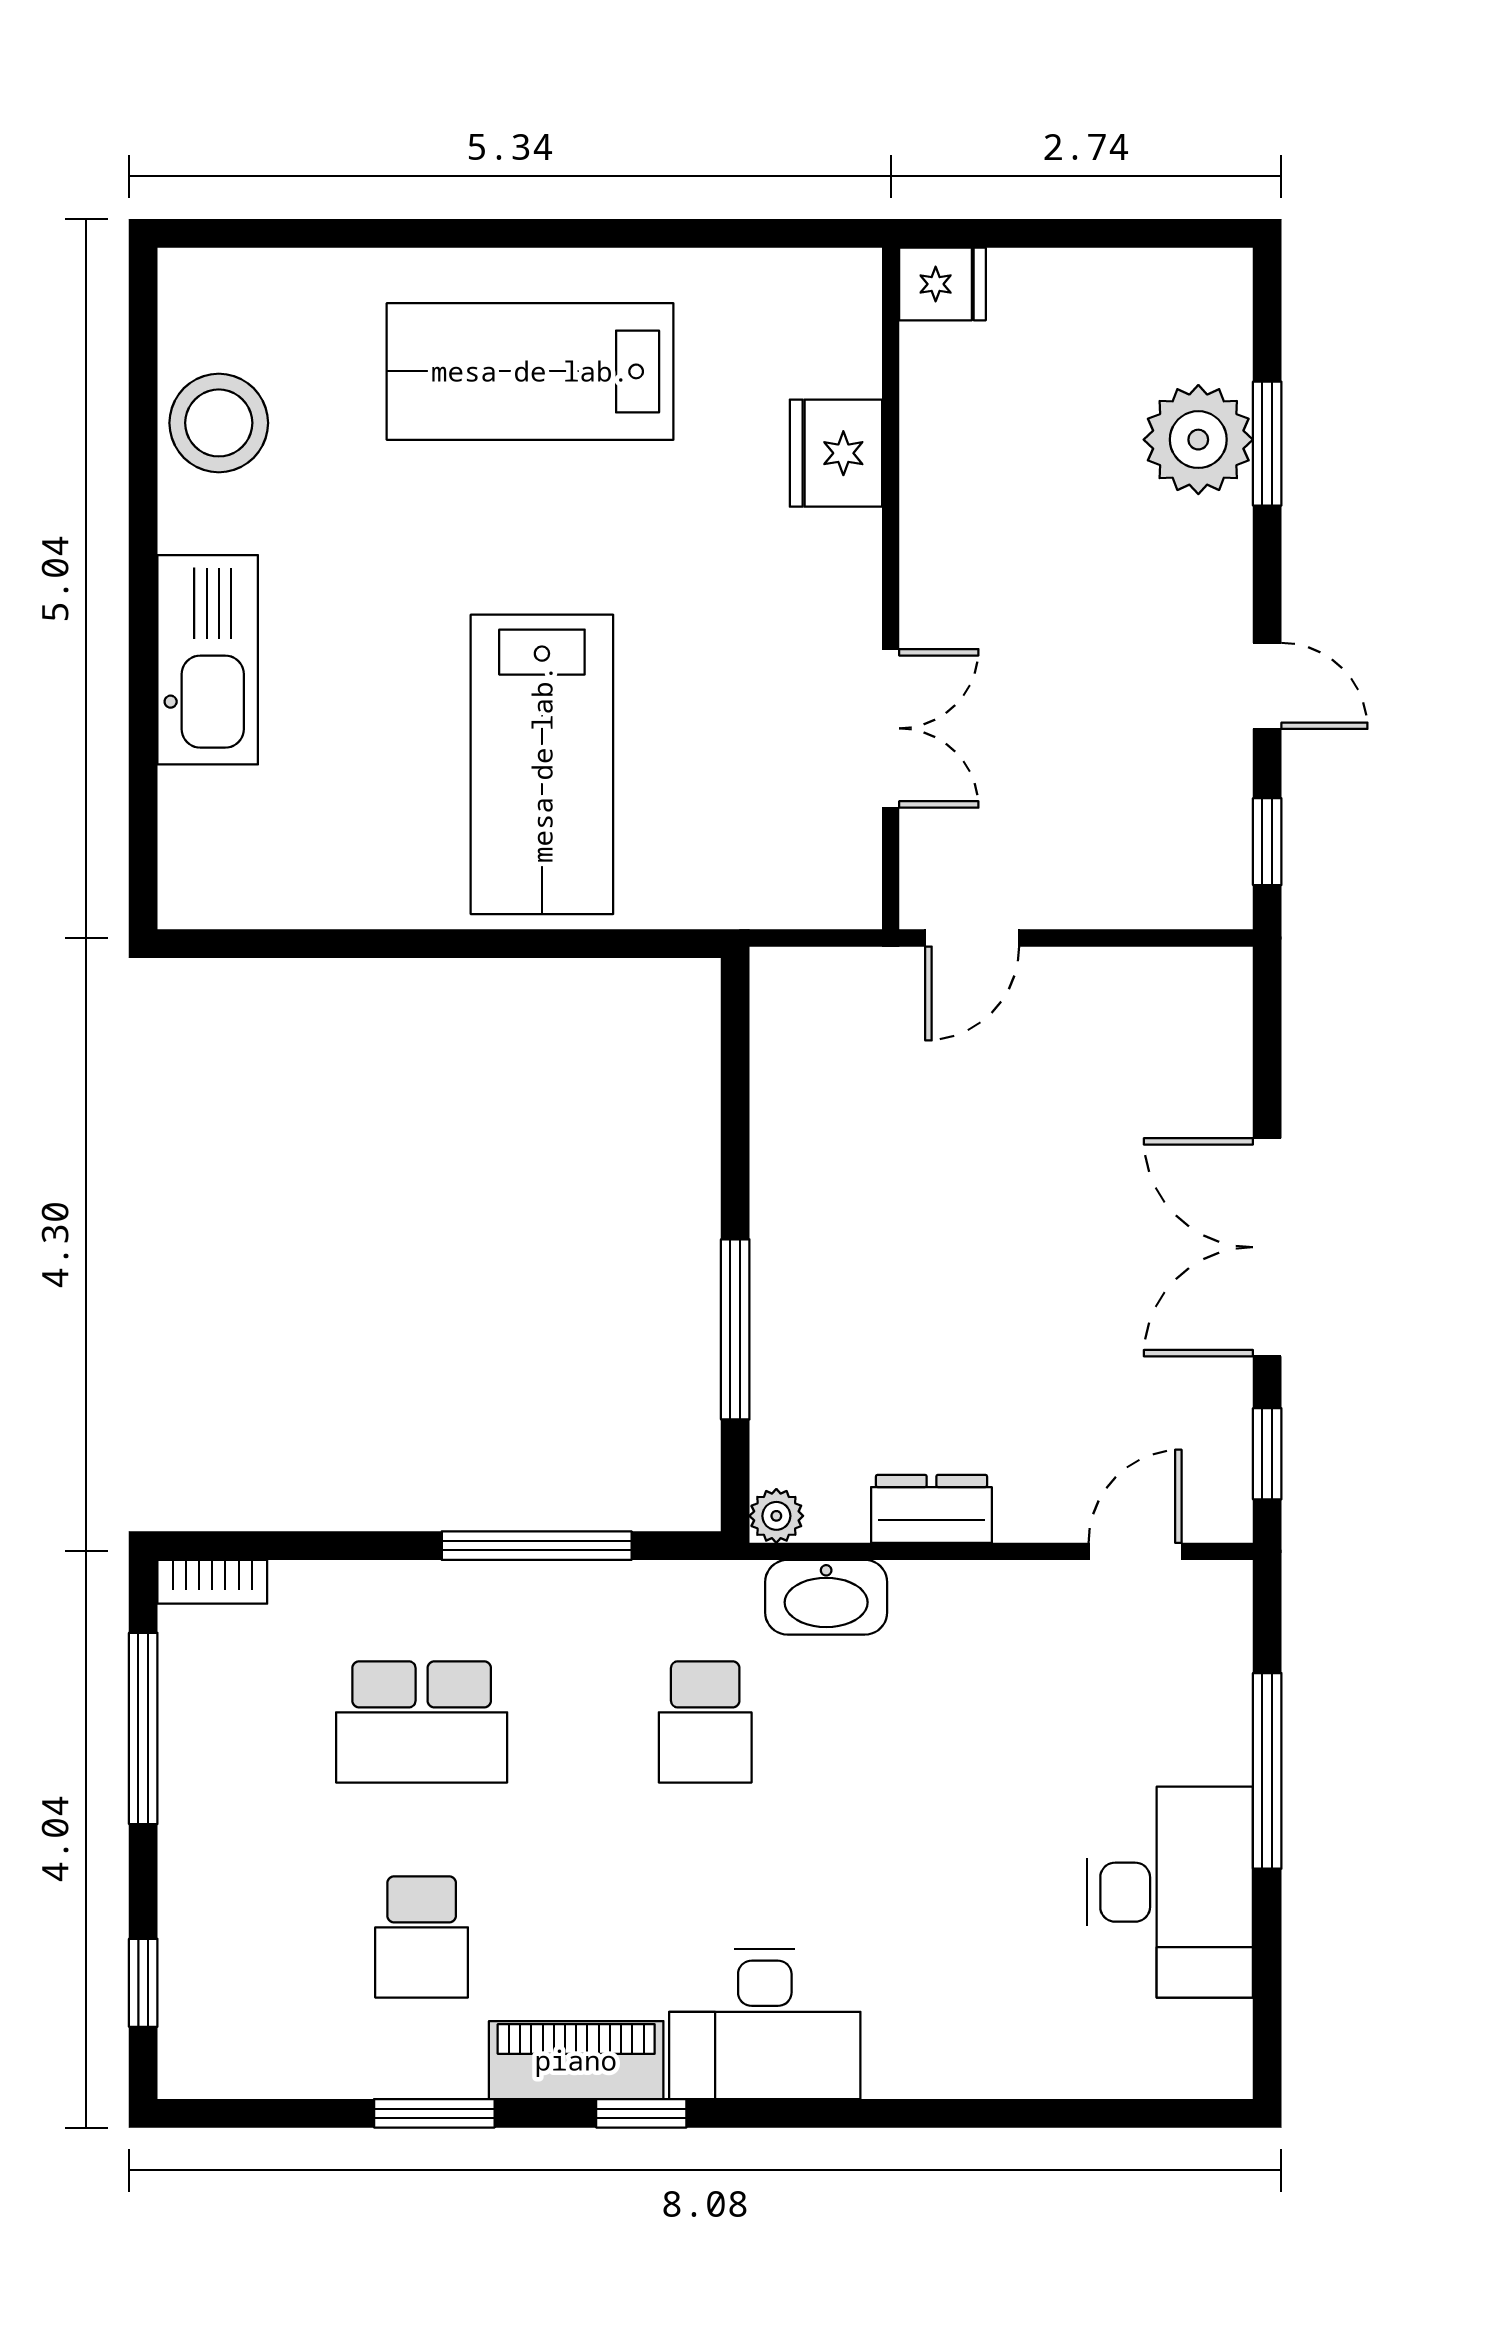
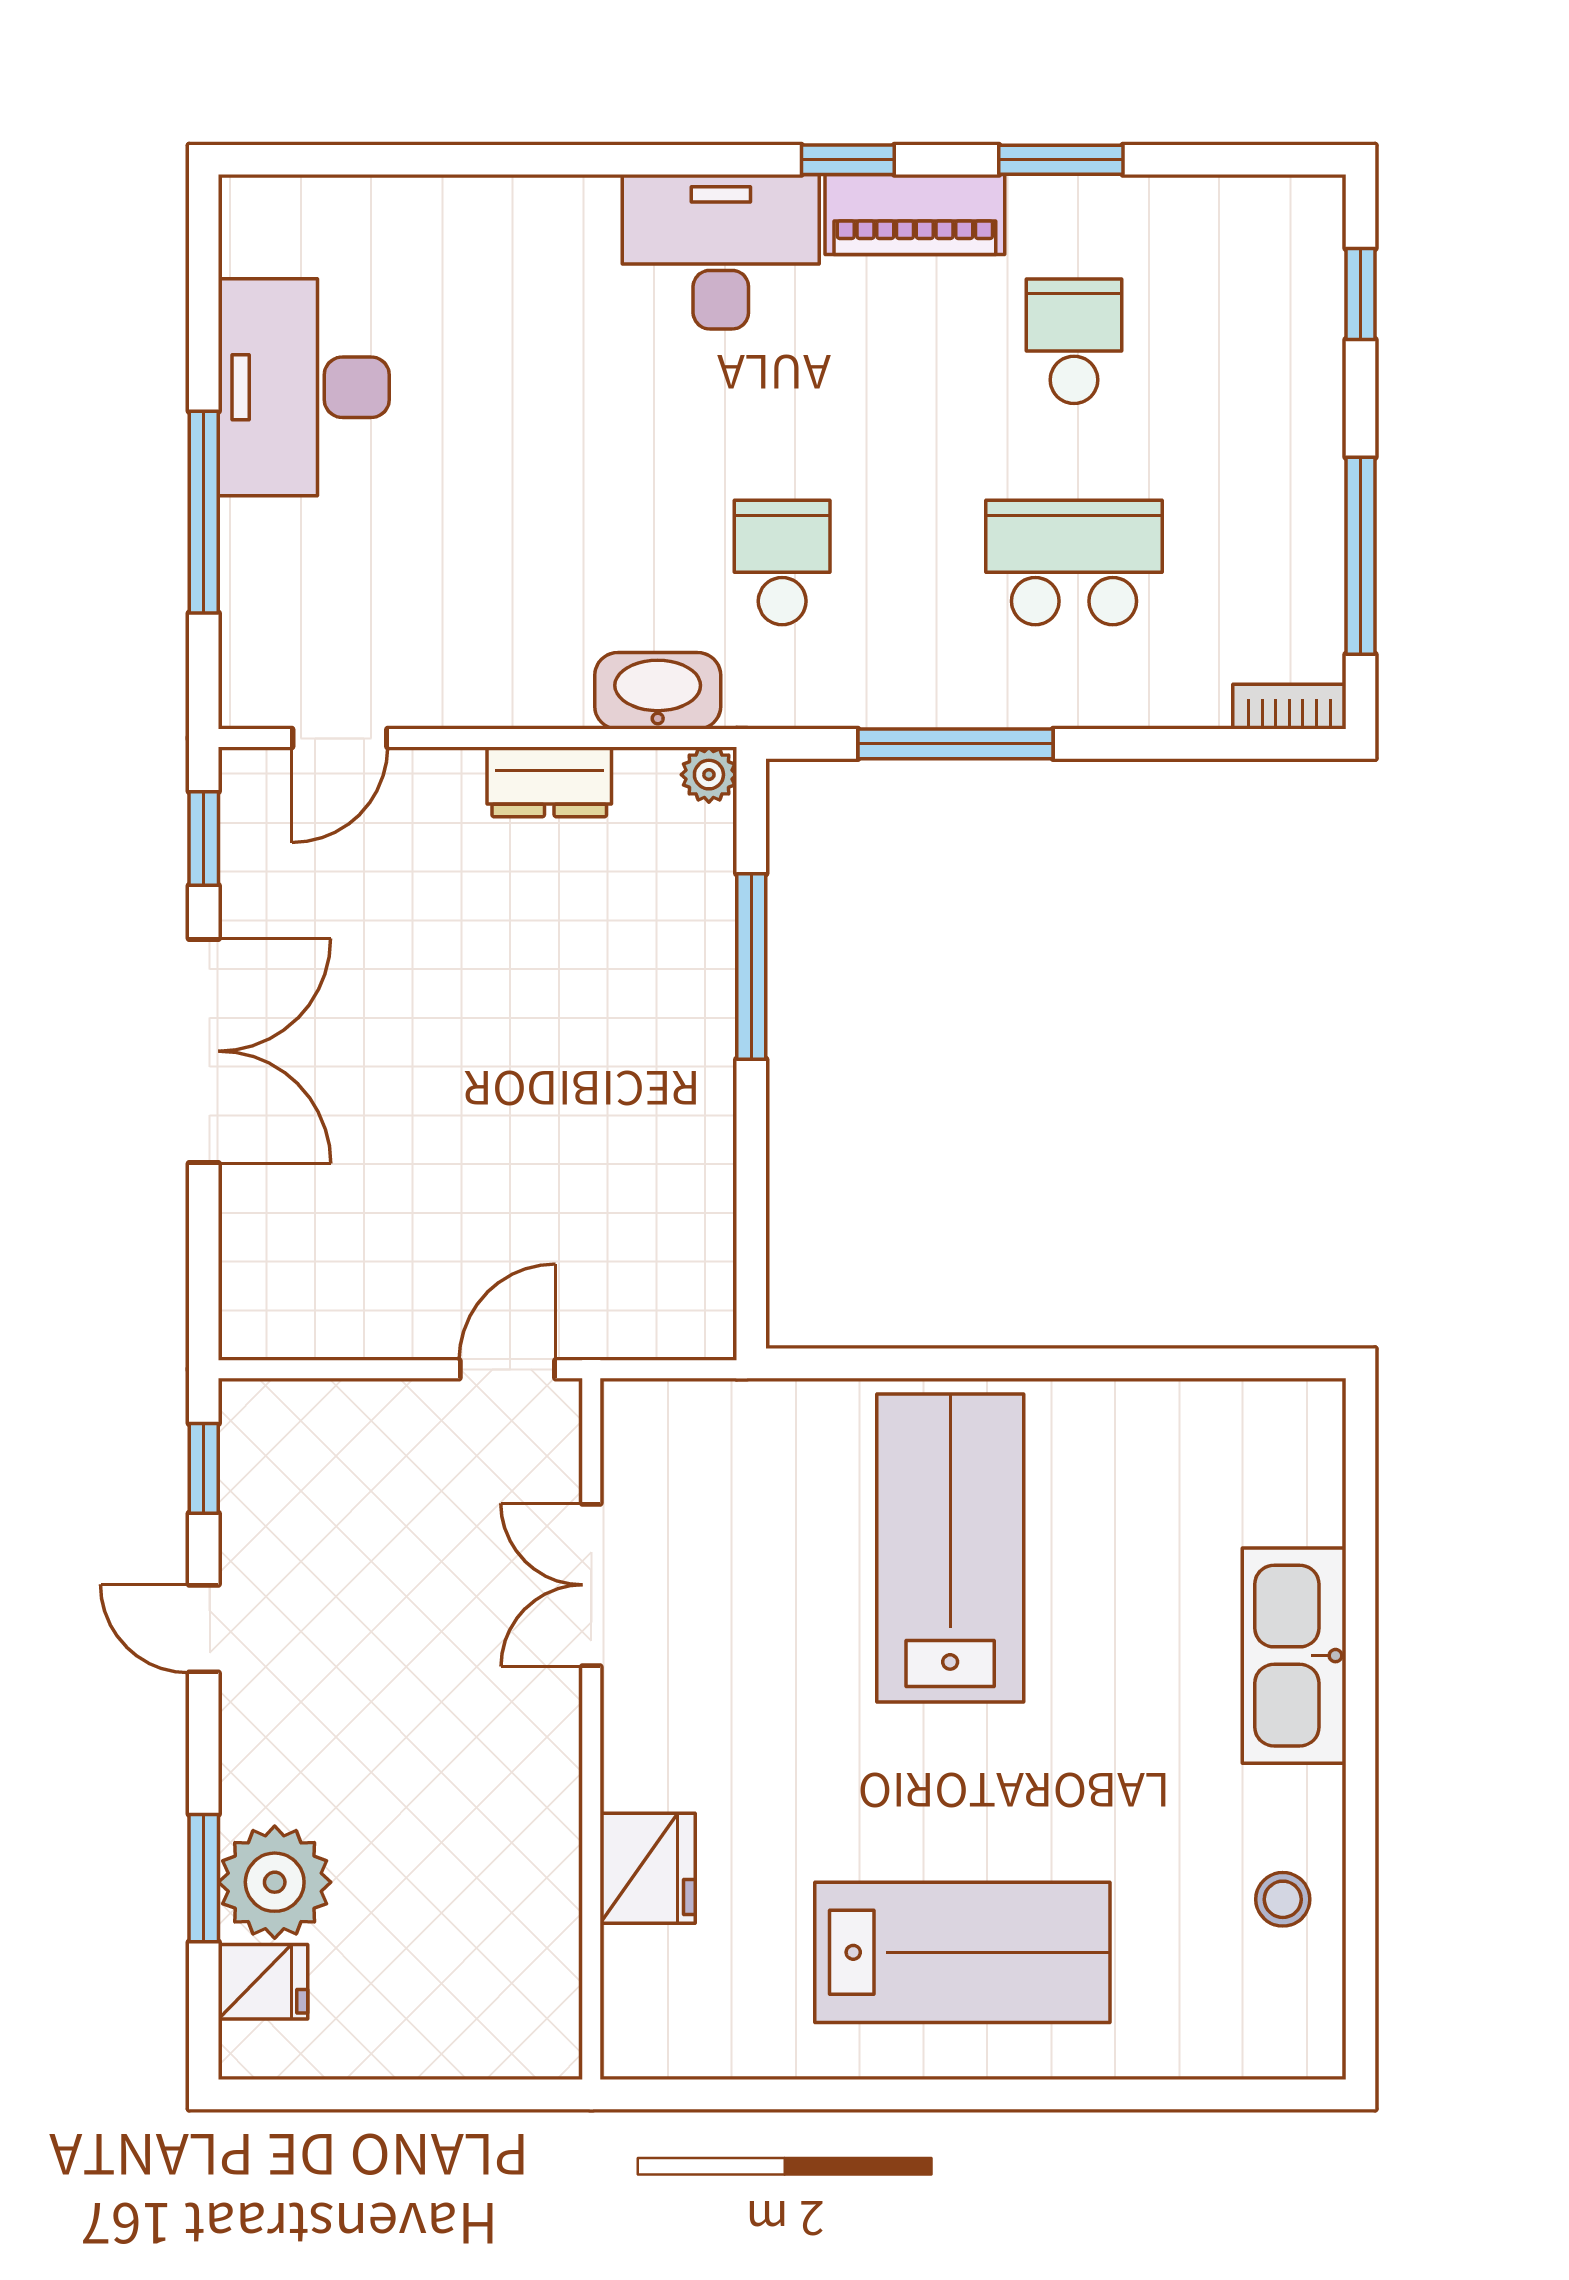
fridge: (943, 284) -> (263, 1982), moved, turned 180
stool: (219, 423) -> (1283, 1899), width x0.53, depth x0.53

